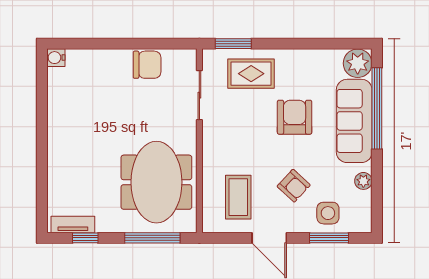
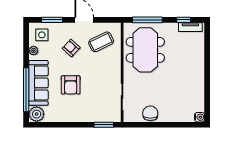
chair: (147, 65) -> (150, 113), turned 90
rug: (251, 74) -> (94, 109), removed
coffee table: (238, 197) -> (101, 42), turned 64
side table: (328, 213) -> (42, 35), moved

